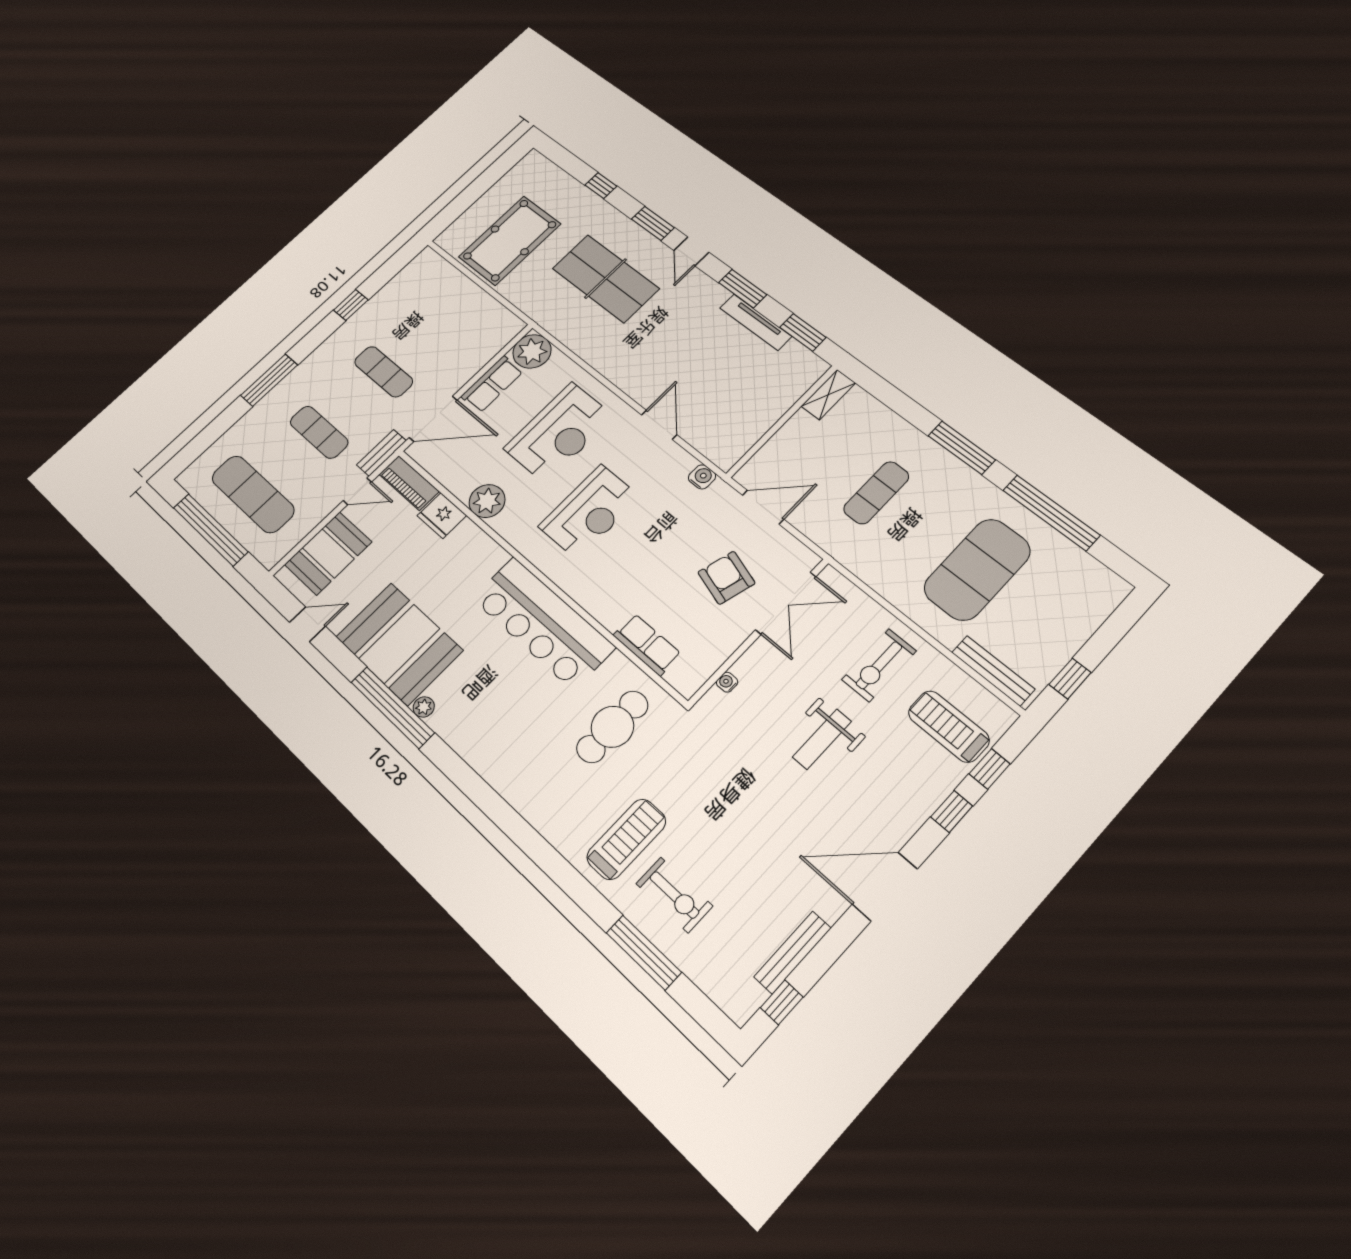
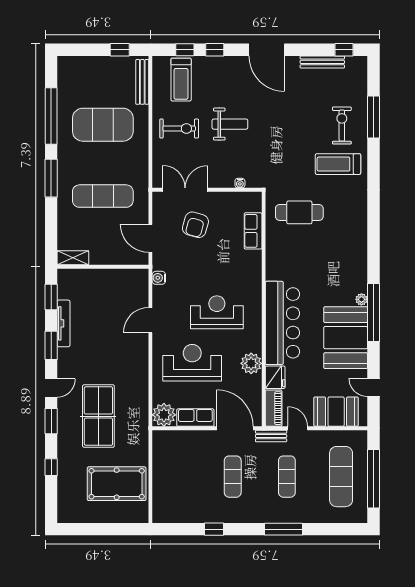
exercise mat: (876, 493) -> (103, 196), width x1.36, depth x1.45
bar counter: (543, 623) -> (282, 323), moved

